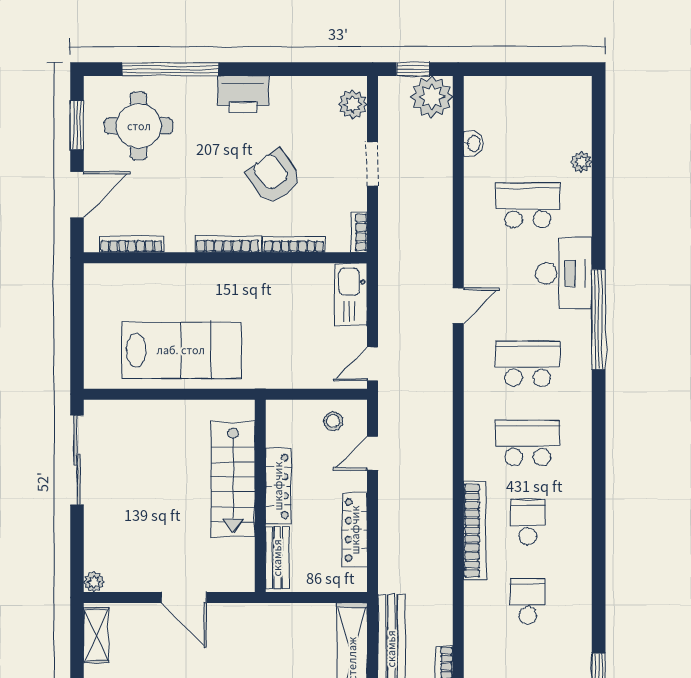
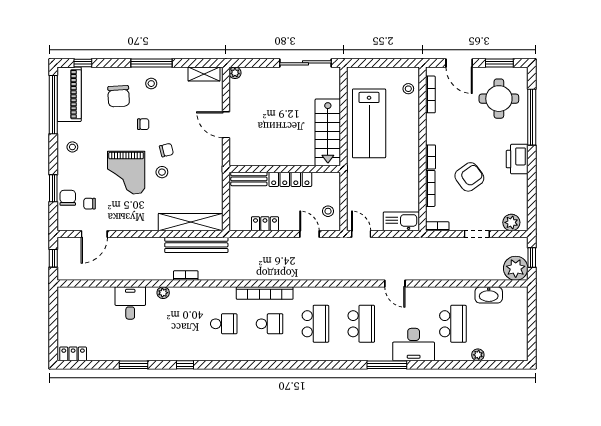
washbasin: (473, 143) -> (489, 295), width x1.91, depth x1.45
bookcase: (228, 244) -> (430, 157), width x0.64
stool: (122, 282) -> (408, 89), added
window: (599, 319) -> (387, 365), width x0.68
stairs: (233, 479) -> (328, 132), moved, turned -90
locker: (355, 530) -> (265, 224), width x0.66
door: (184, 598) -> (226, 125), hinge flipped

